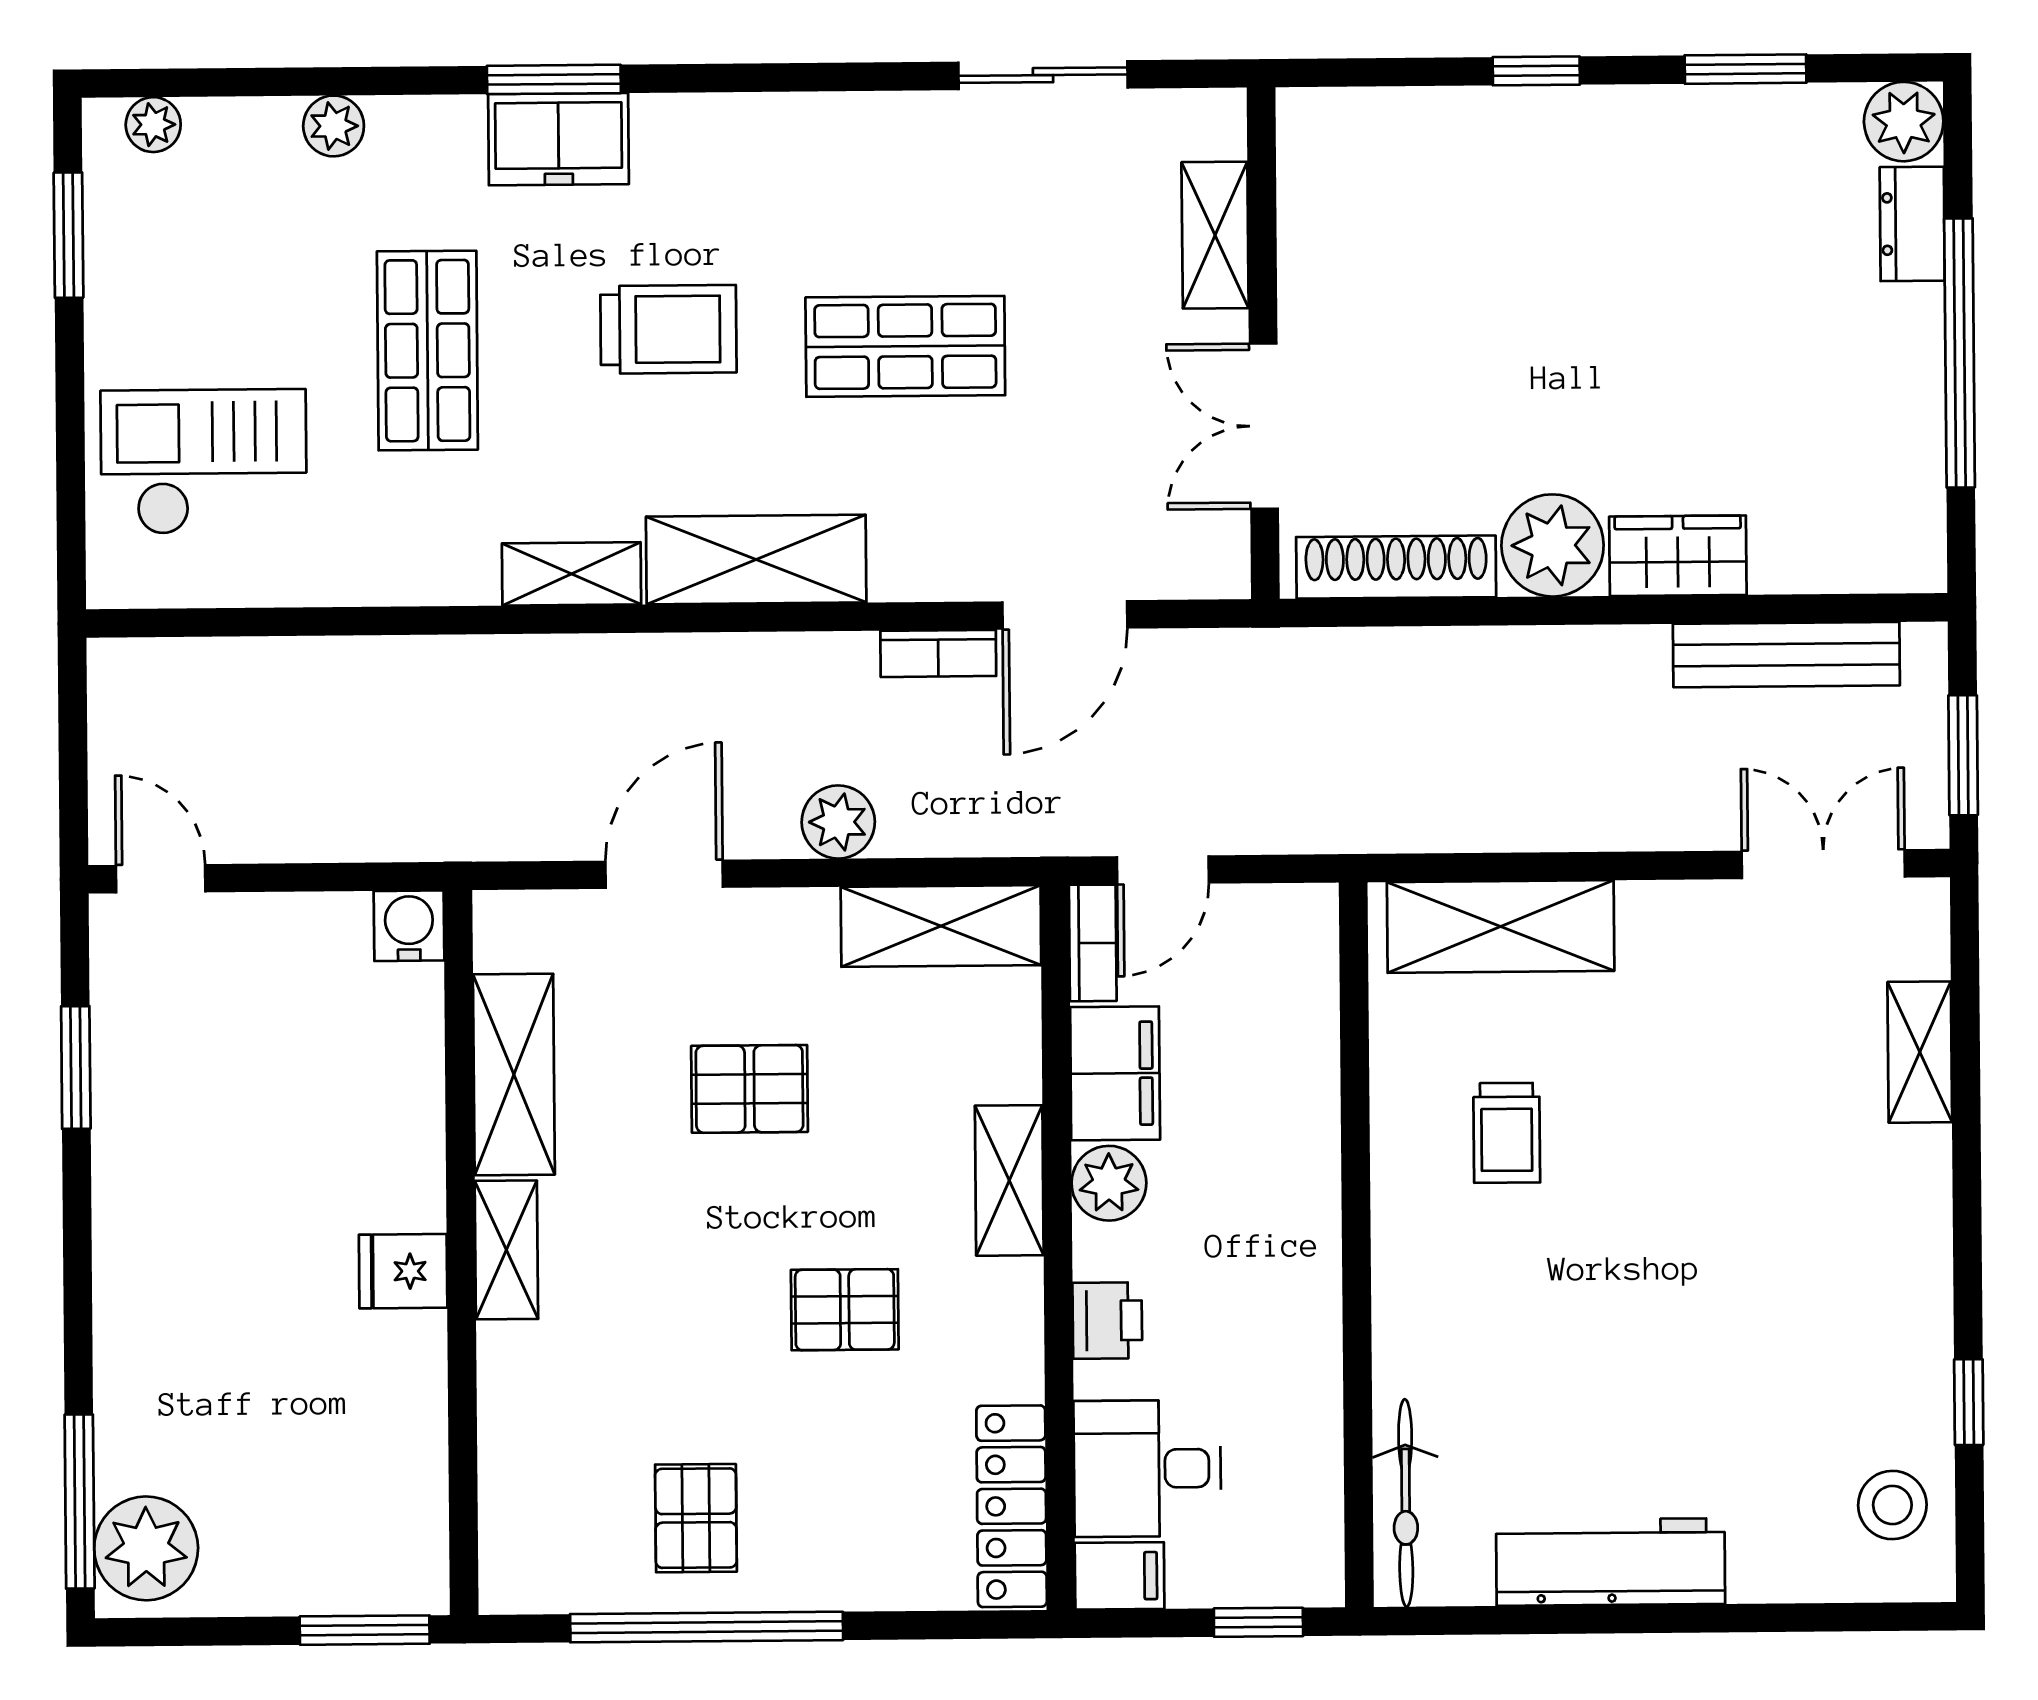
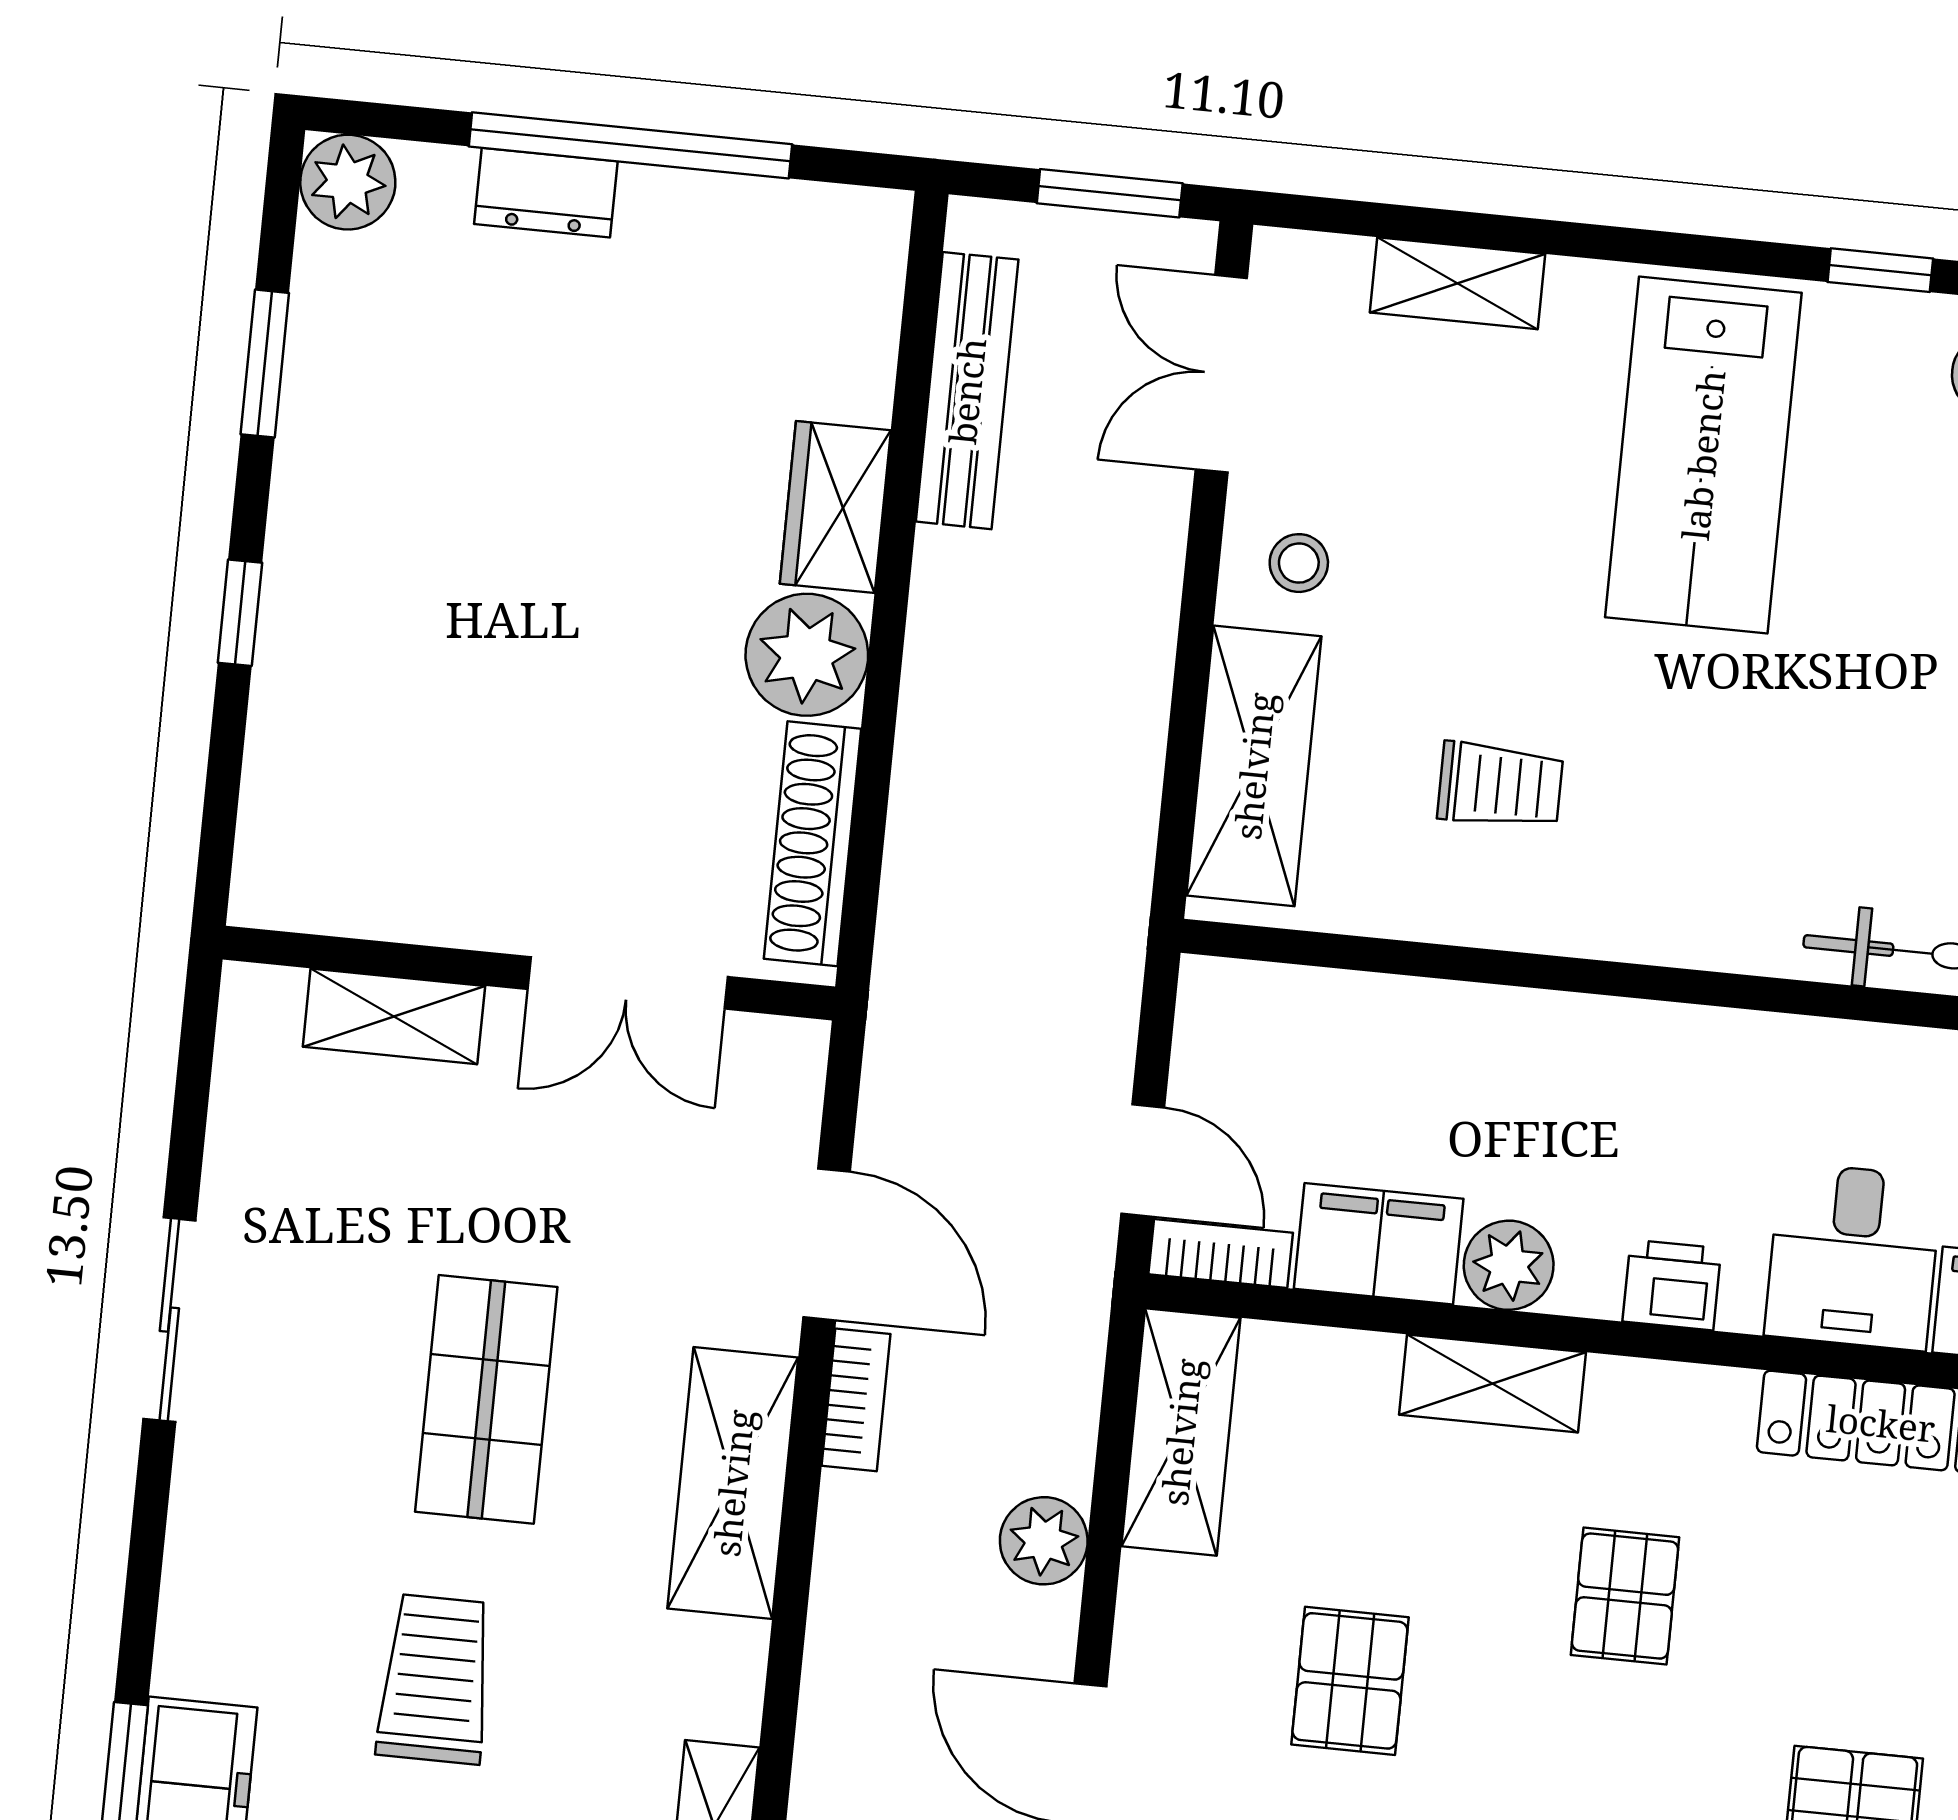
sliding door: (1043, 75) -> (169, 1320), moved
dresser: (1912, 224) -> (546, 193), moved
shelving: (756, 560) -> (733, 1483), moved
stool: (1673, 946) -> (1299, 563), added
lab bench: (1799, 1272) -> (1703, 455), added

